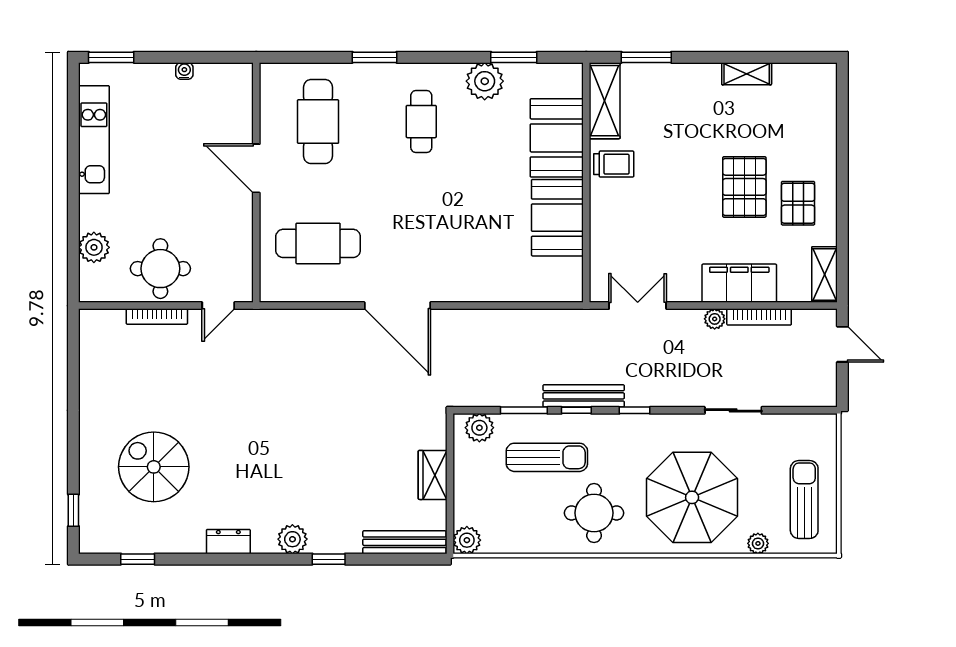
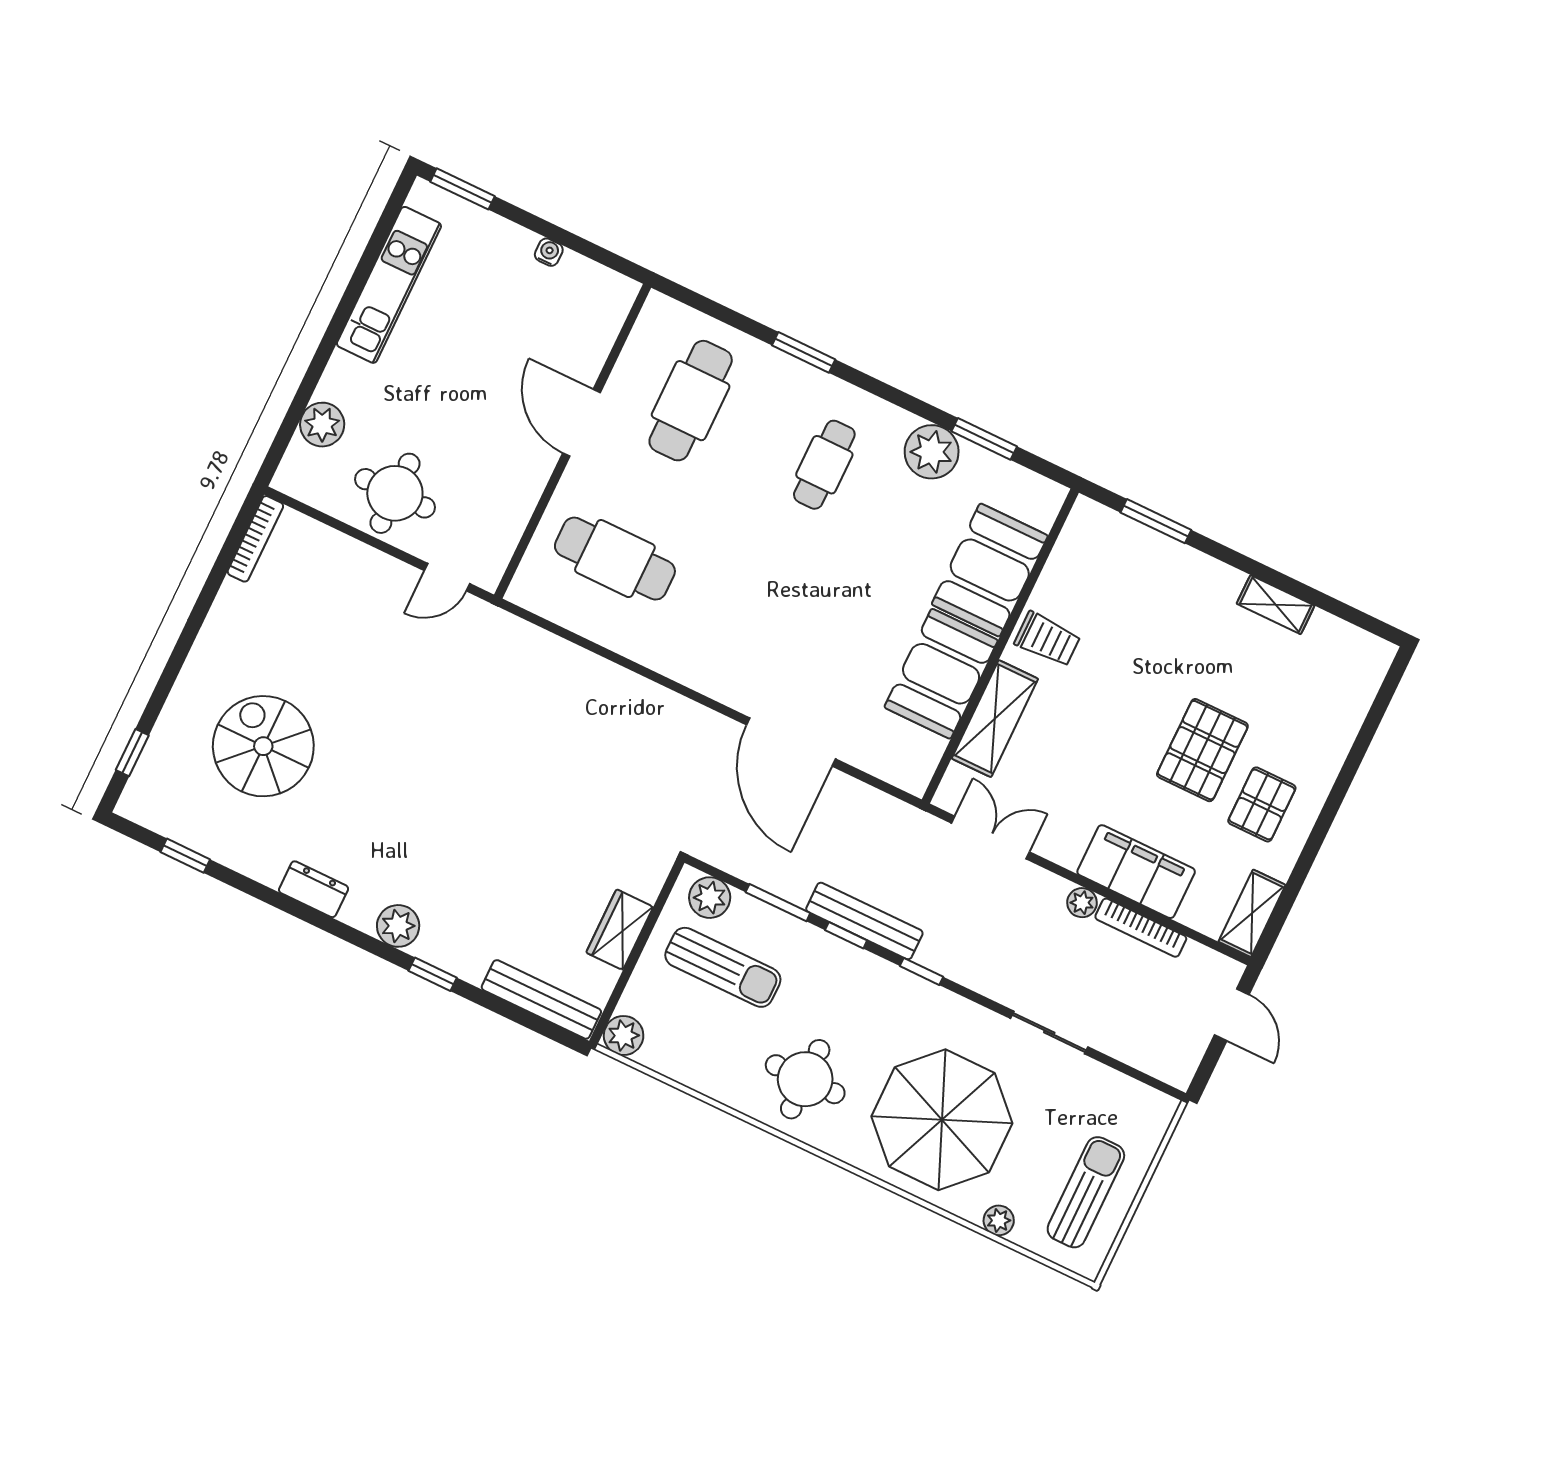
shelving: (605, 101) -> (995, 719), moved
door: (397, 306) -> (791, 742), moved
bookcase: (157, 317) -> (255, 539), moved, turned -90
sun lounger: (547, 457) -> (723, 967), moved

